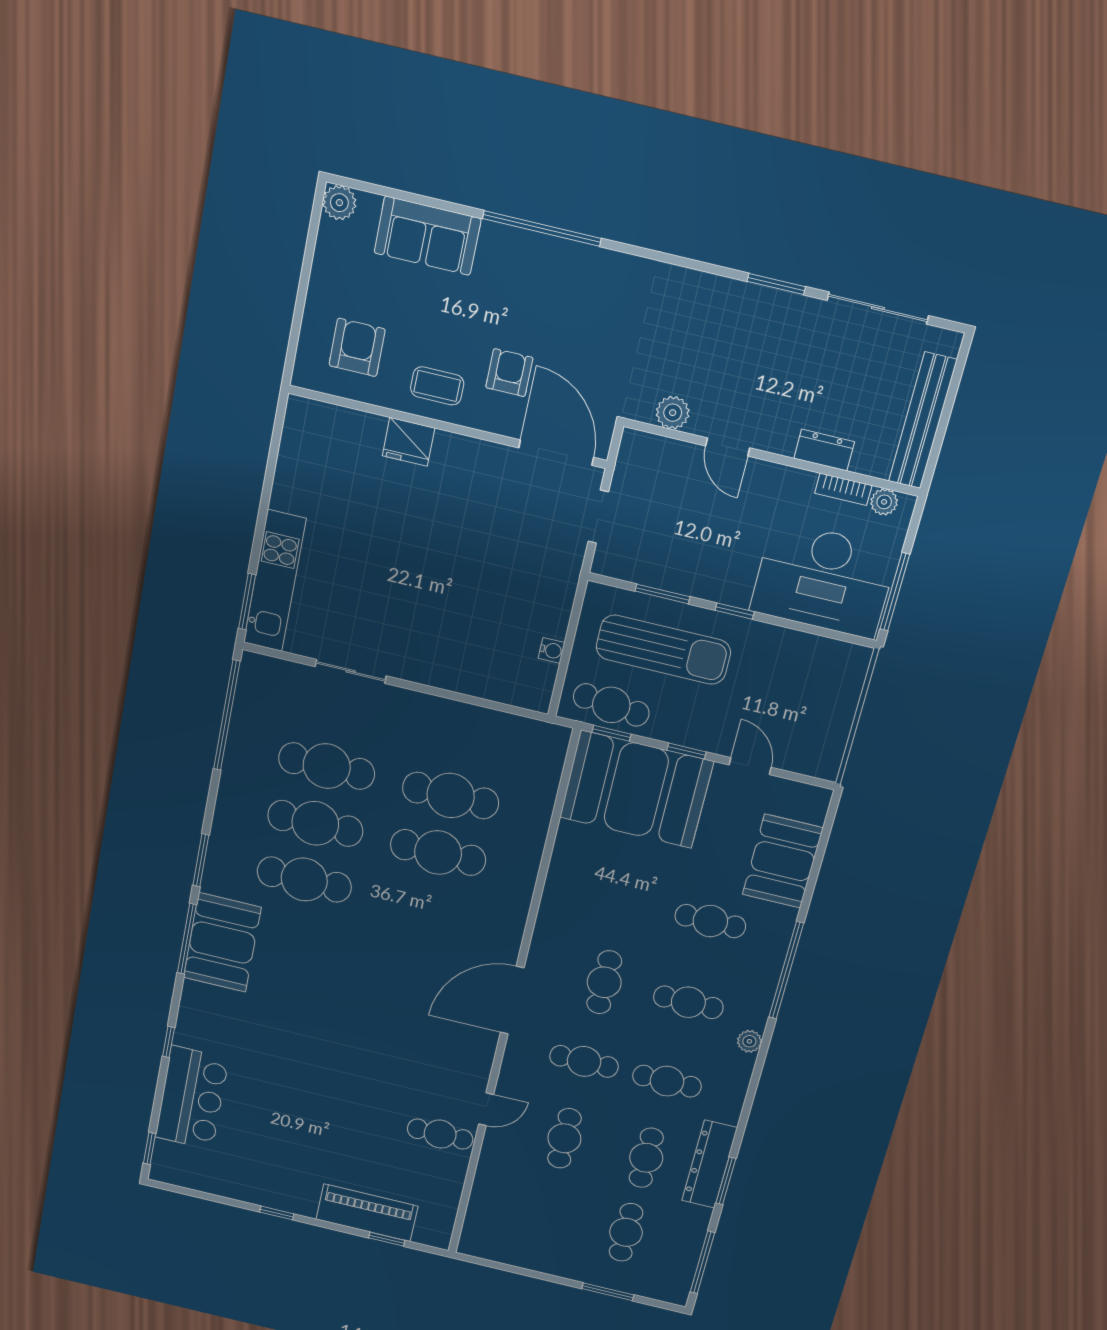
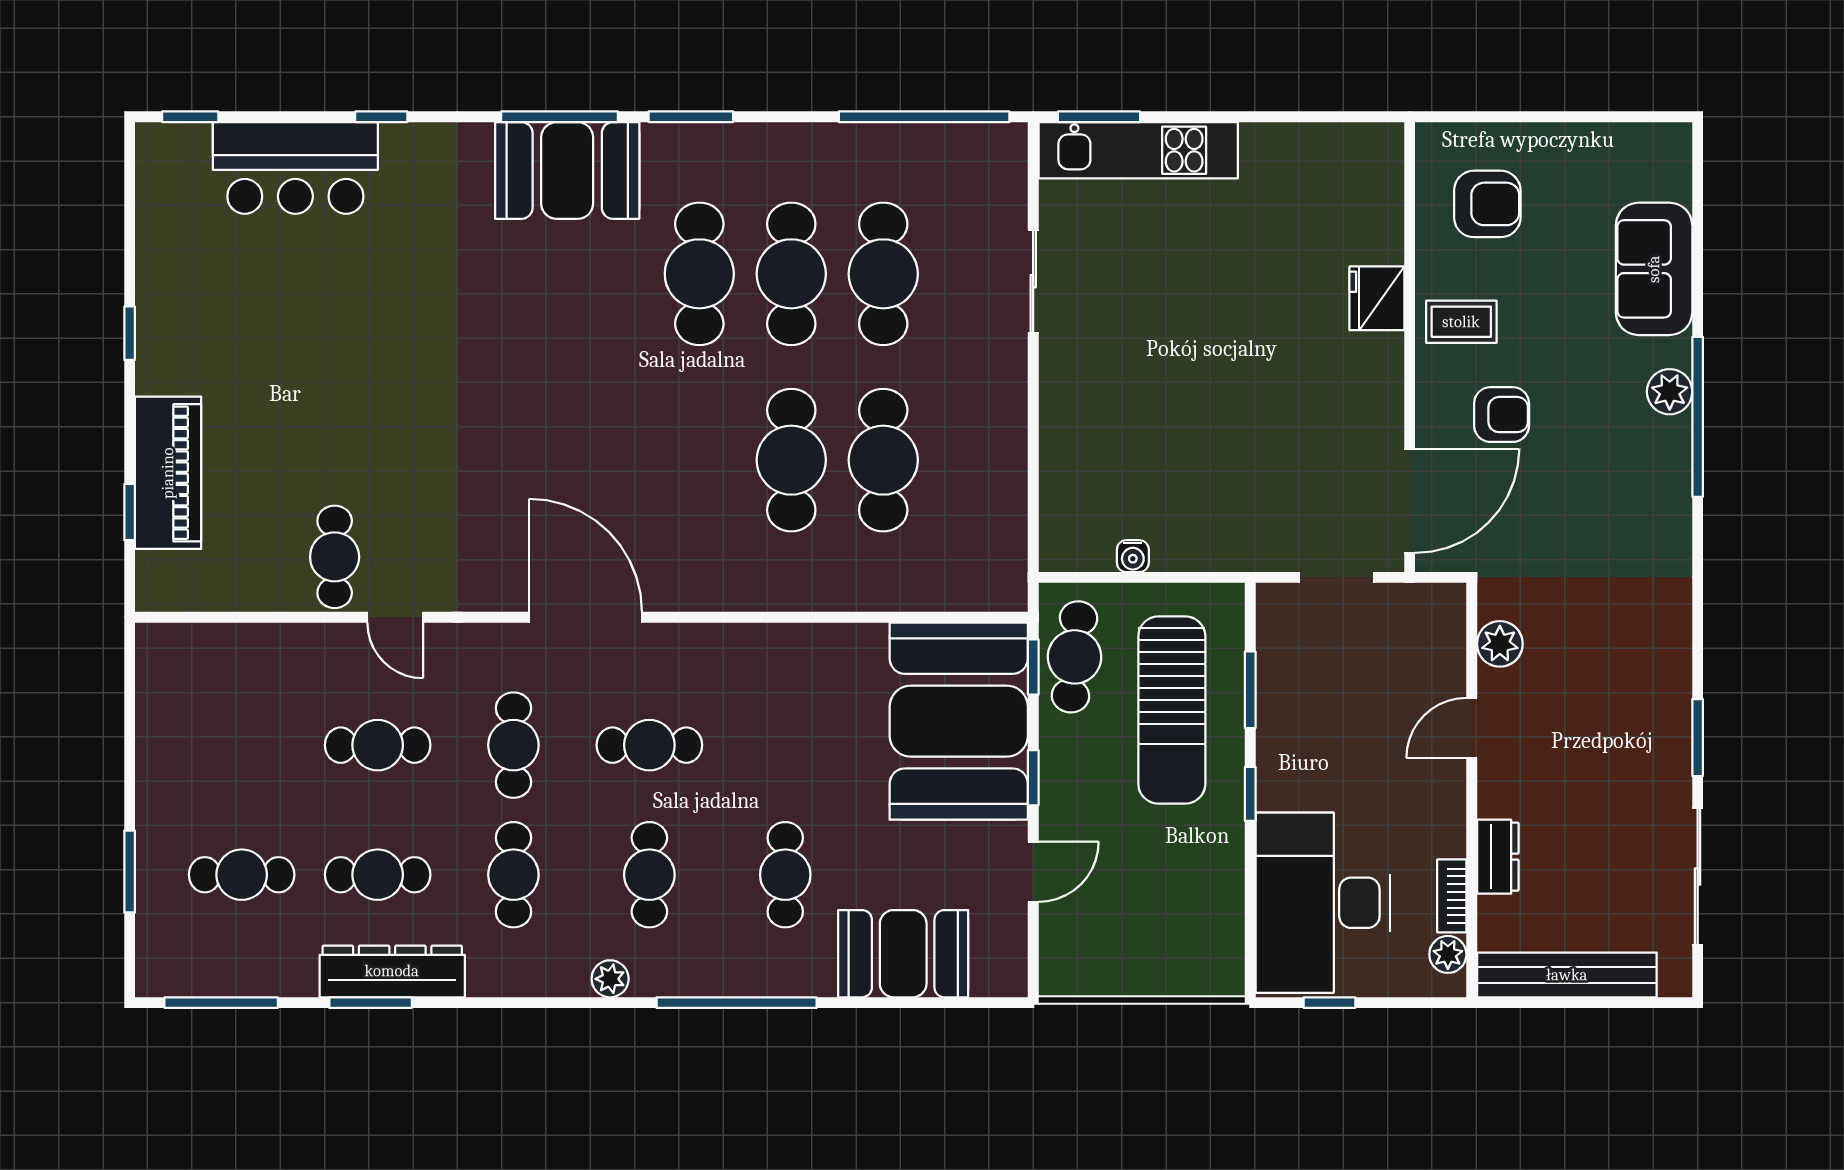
plant: (339, 203) -> (1670, 392), moved
coffee table: (437, 386) -> (1461, 322), turned 90
window: (895, 592) -> (1330, 1003), width x0.46

